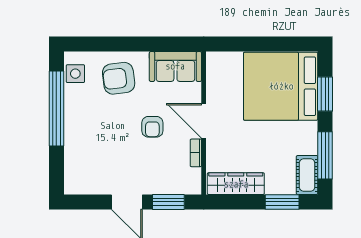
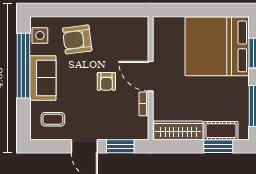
sofa: (175, 66) -> (43, 78), moved, turned -90
coffee table: (90, 171) -> (53, 119), added
cot: (307, 175) -> (221, 131), moved, turned 90

